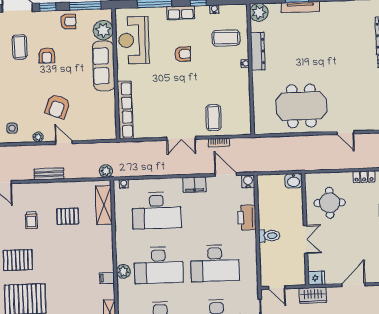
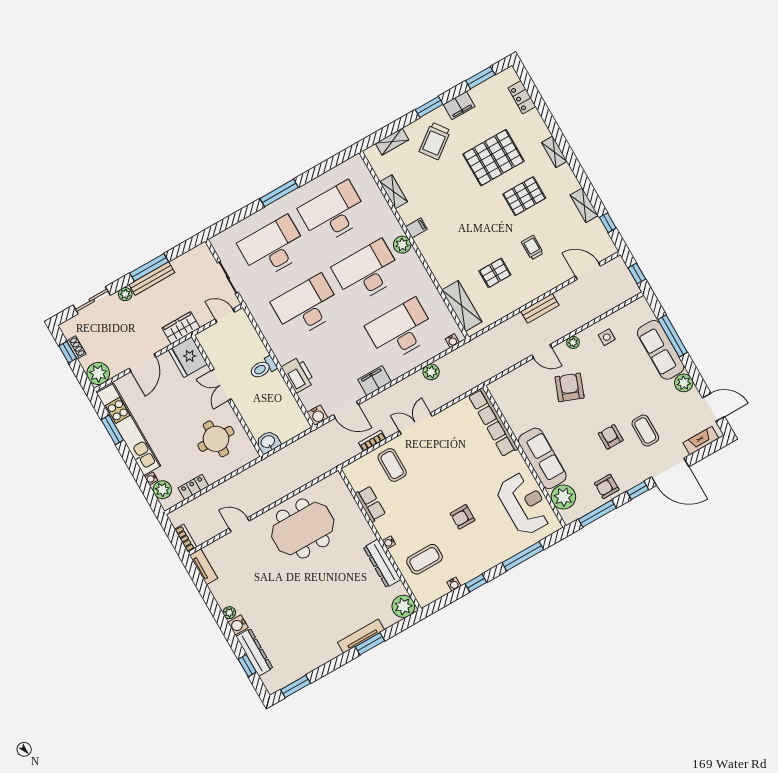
row of seats: (181, 13) -> (370, 504), moved, turned 90
plant: (106, 171) -> (431, 372), moved
fridge: (316, 278) -> (188, 357), width x1.88, depth x1.34

